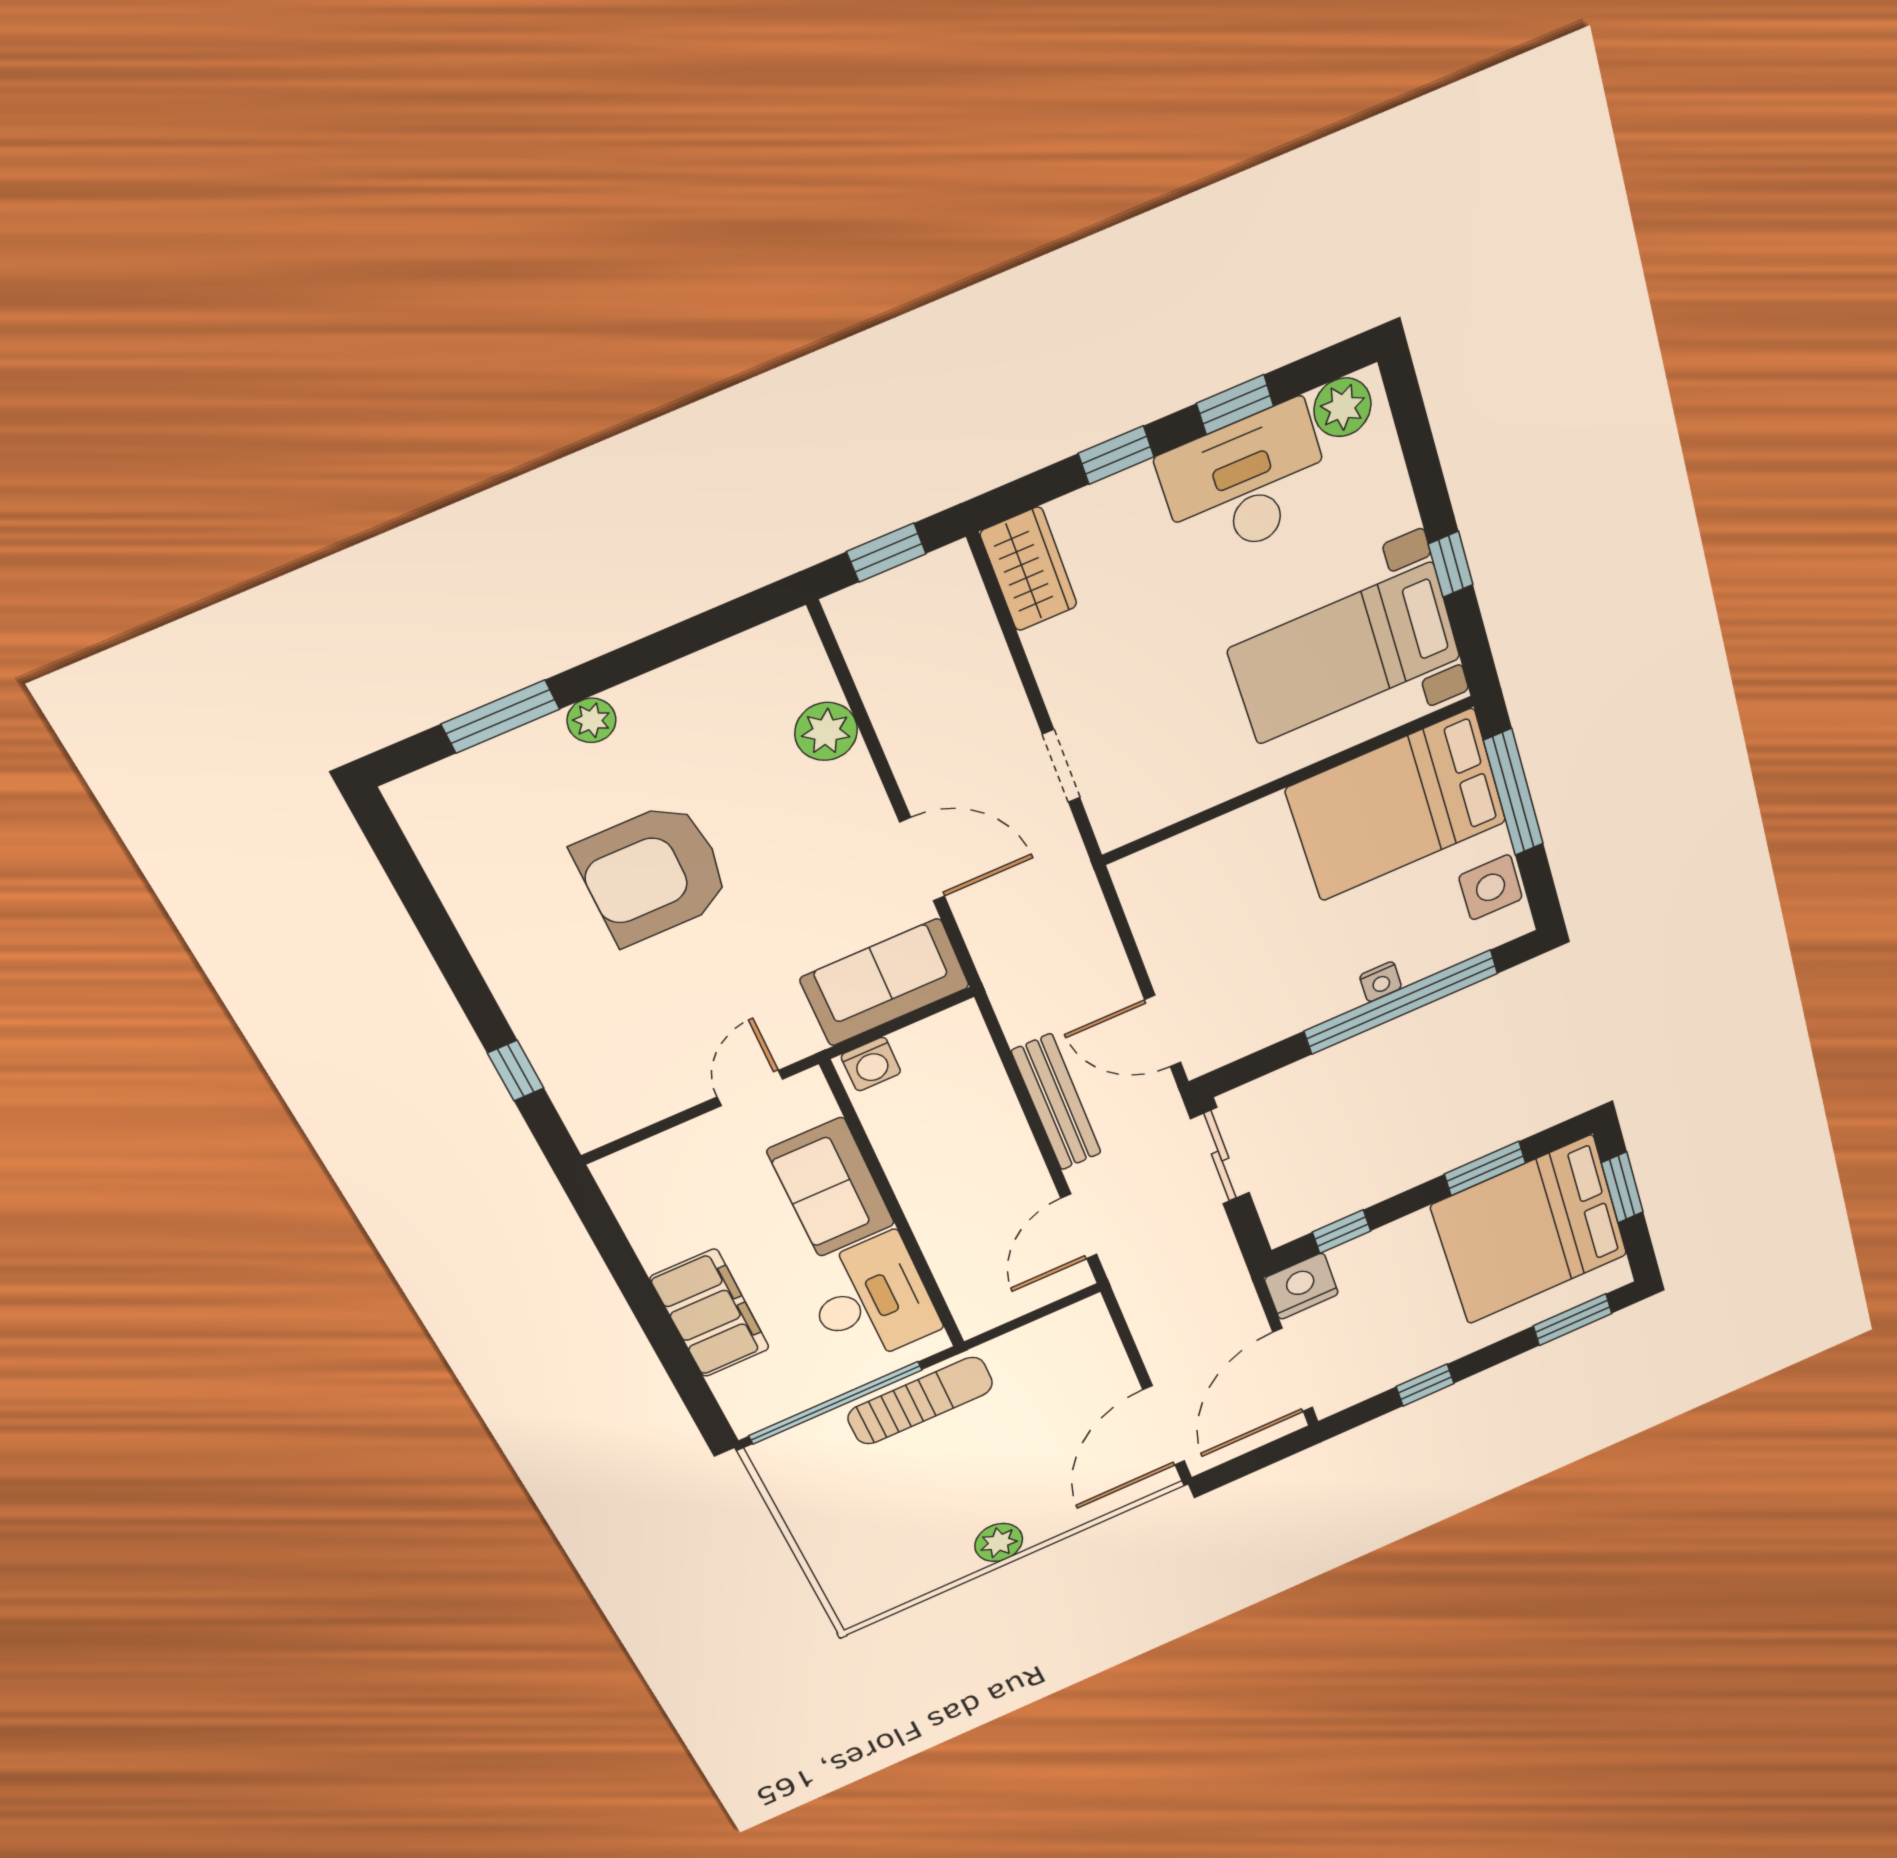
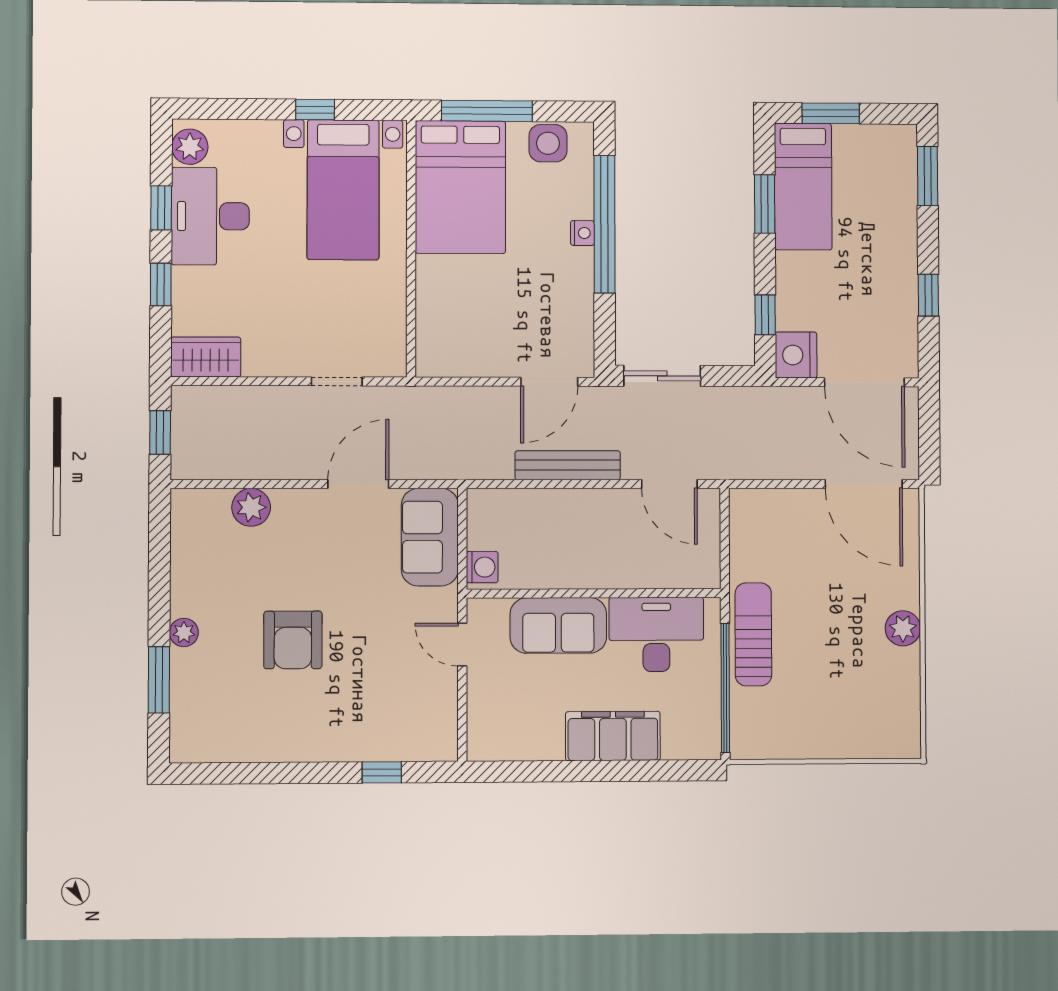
armchair: (653, 874) -> (293, 640), width x0.73, depth x0.73
bed: (1530, 1230) -> (803, 187), width x0.49

